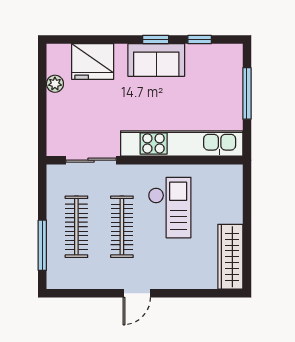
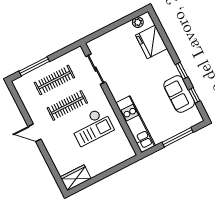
sofa: (156, 60) -> (179, 94), moved
plant: (55, 84) -> (138, 22), moved
kitchen unit: (182, 143) -> (136, 124), width x0.73
wardrobe: (230, 257) -> (76, 178), width x0.67

